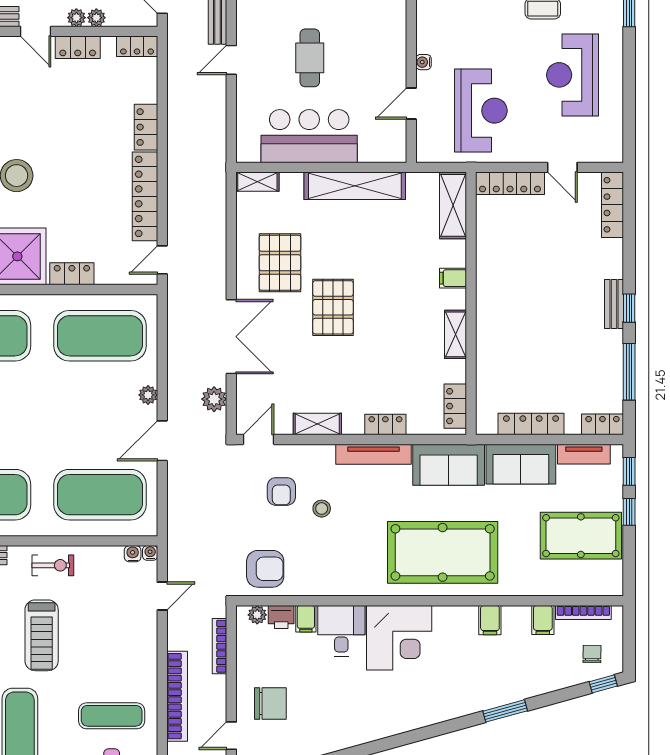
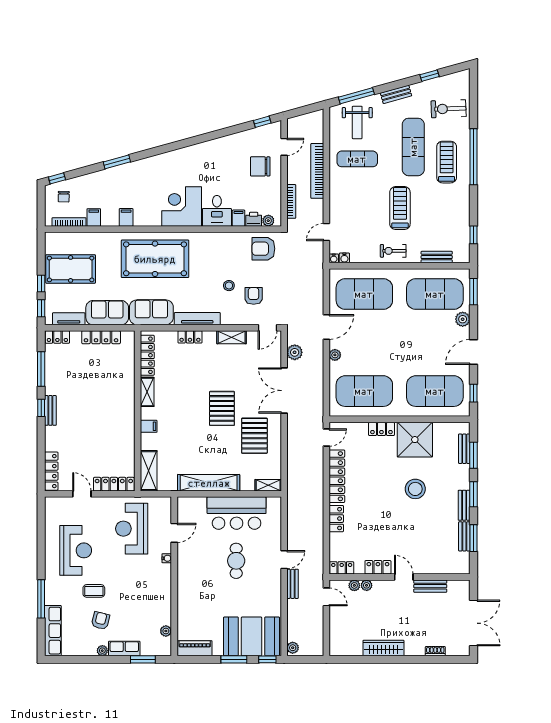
plant: (76, 18) -> (354, 585), moved
locker: (455, 406) -> (147, 355), width x1.53

